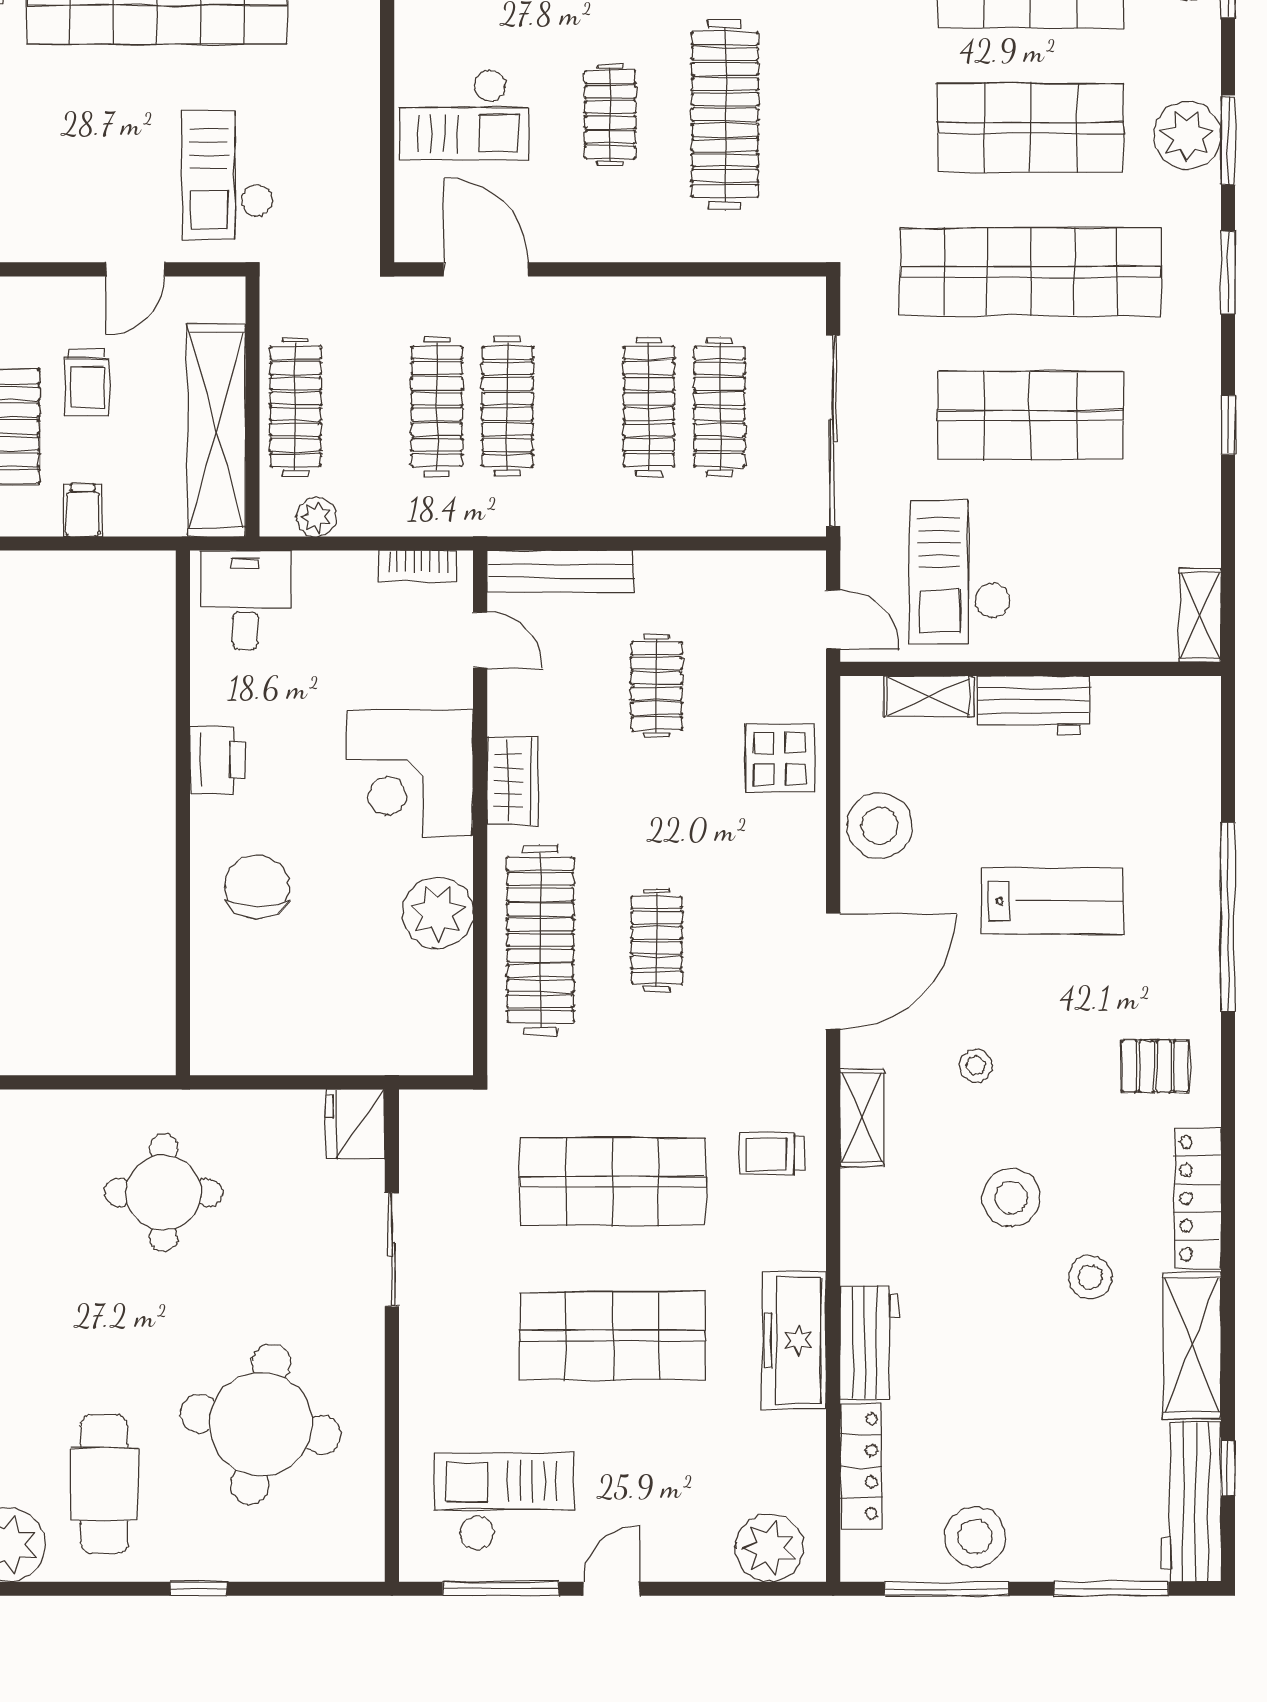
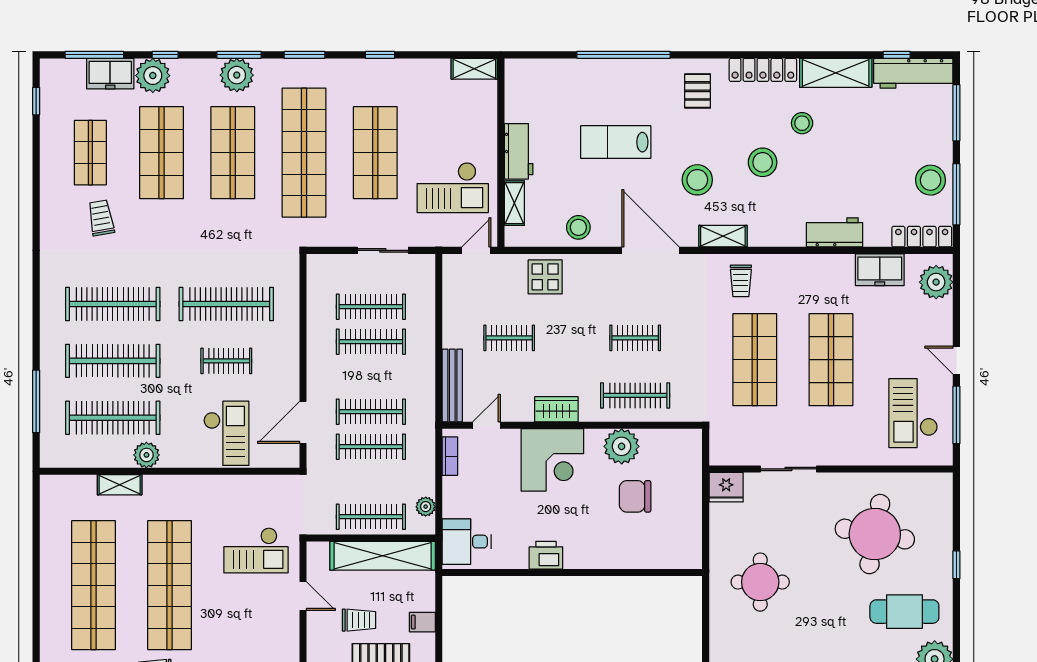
sliding door: (833, 431) -> (383, 250), width x0.54
stool: (880, 826) -> (578, 227), width x0.73, depth x0.73
chair: (257, 887) -> (635, 496), moved
lab bench: (1052, 901) -> (616, 142), turned -90
clothes rail: (540, 940) -> (635, 395), width x0.73, depth x0.76
stool: (976, 1066) -> (697, 180), width x1.89, depth x1.89
freezer: (794, 1340) -> (880, 270), moved, width x0.71
locker: (861, 1466) -> (922, 237), moved

